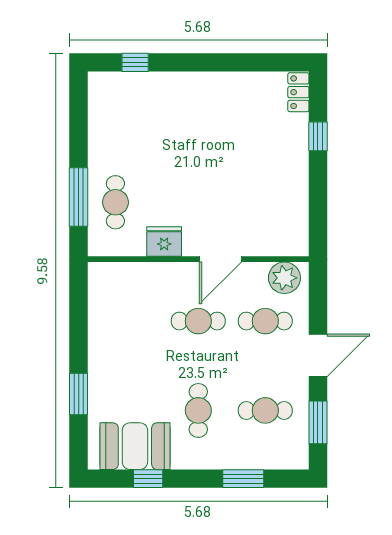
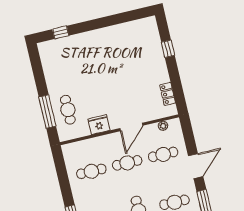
locker: (298, 92) -> (168, 94), moved
plant: (284, 278) -> (163, 126), width x0.53, depth x0.53
cafe table: (131, 321) -> (91, 171), added

